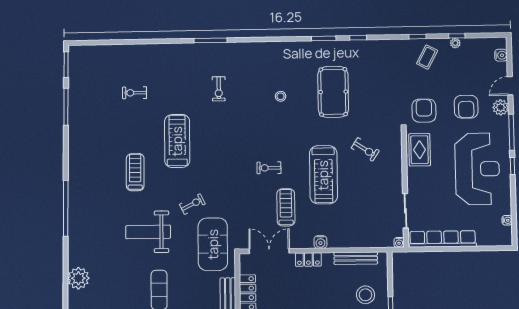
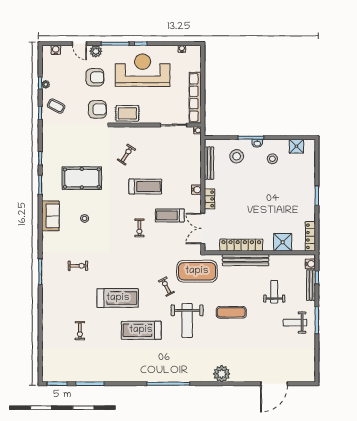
sofa: (283, 52) -> (50, 216), added
armchair: (424, 111) -> (97, 109), turned 180
treadmill: (177, 141) -> (118, 298), turned 180
treadmill: (135, 172) -> (141, 330), width x1.37, depth x1.38
treadmill: (323, 175) -> (145, 187), width x0.73, depth x0.73

